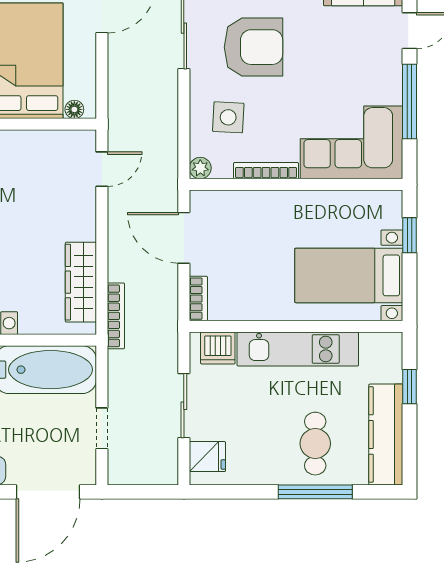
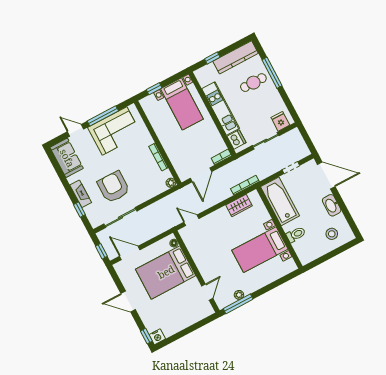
side table: (228, 117) -> (146, 182), removed
corner sofa: (352, 142) -> (115, 131), moved, turned -90
wardrobe: (81, 282) -> (239, 205), width x0.67

